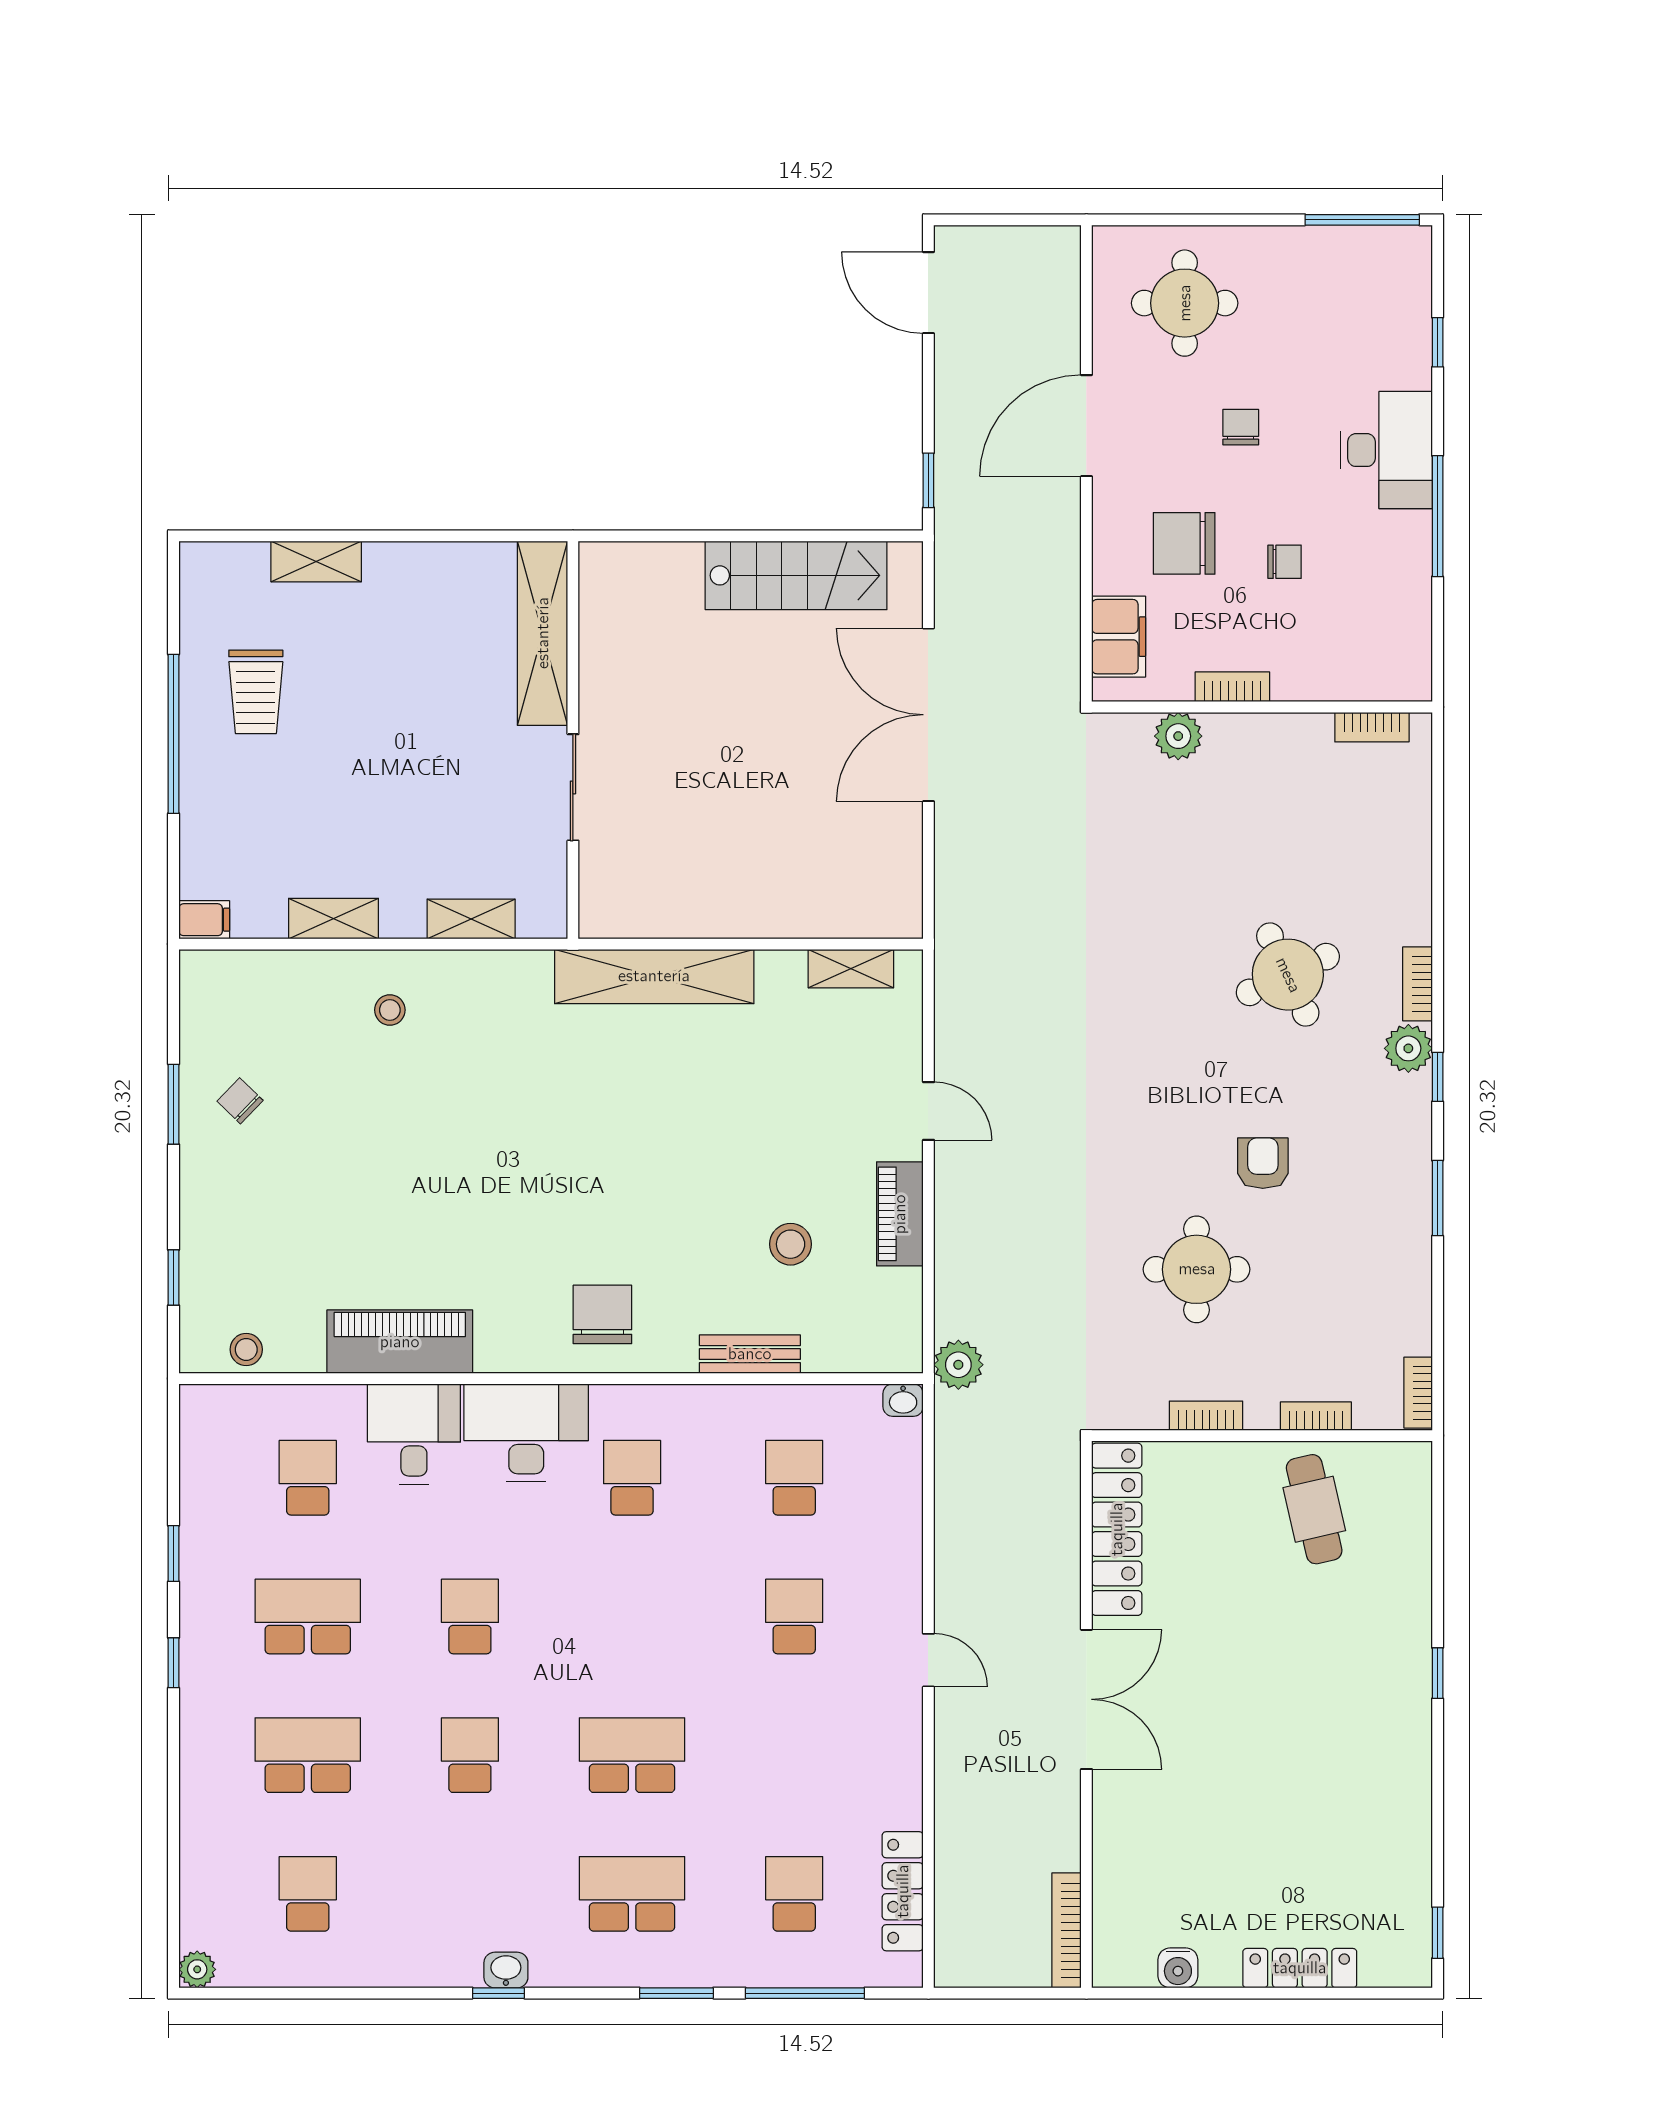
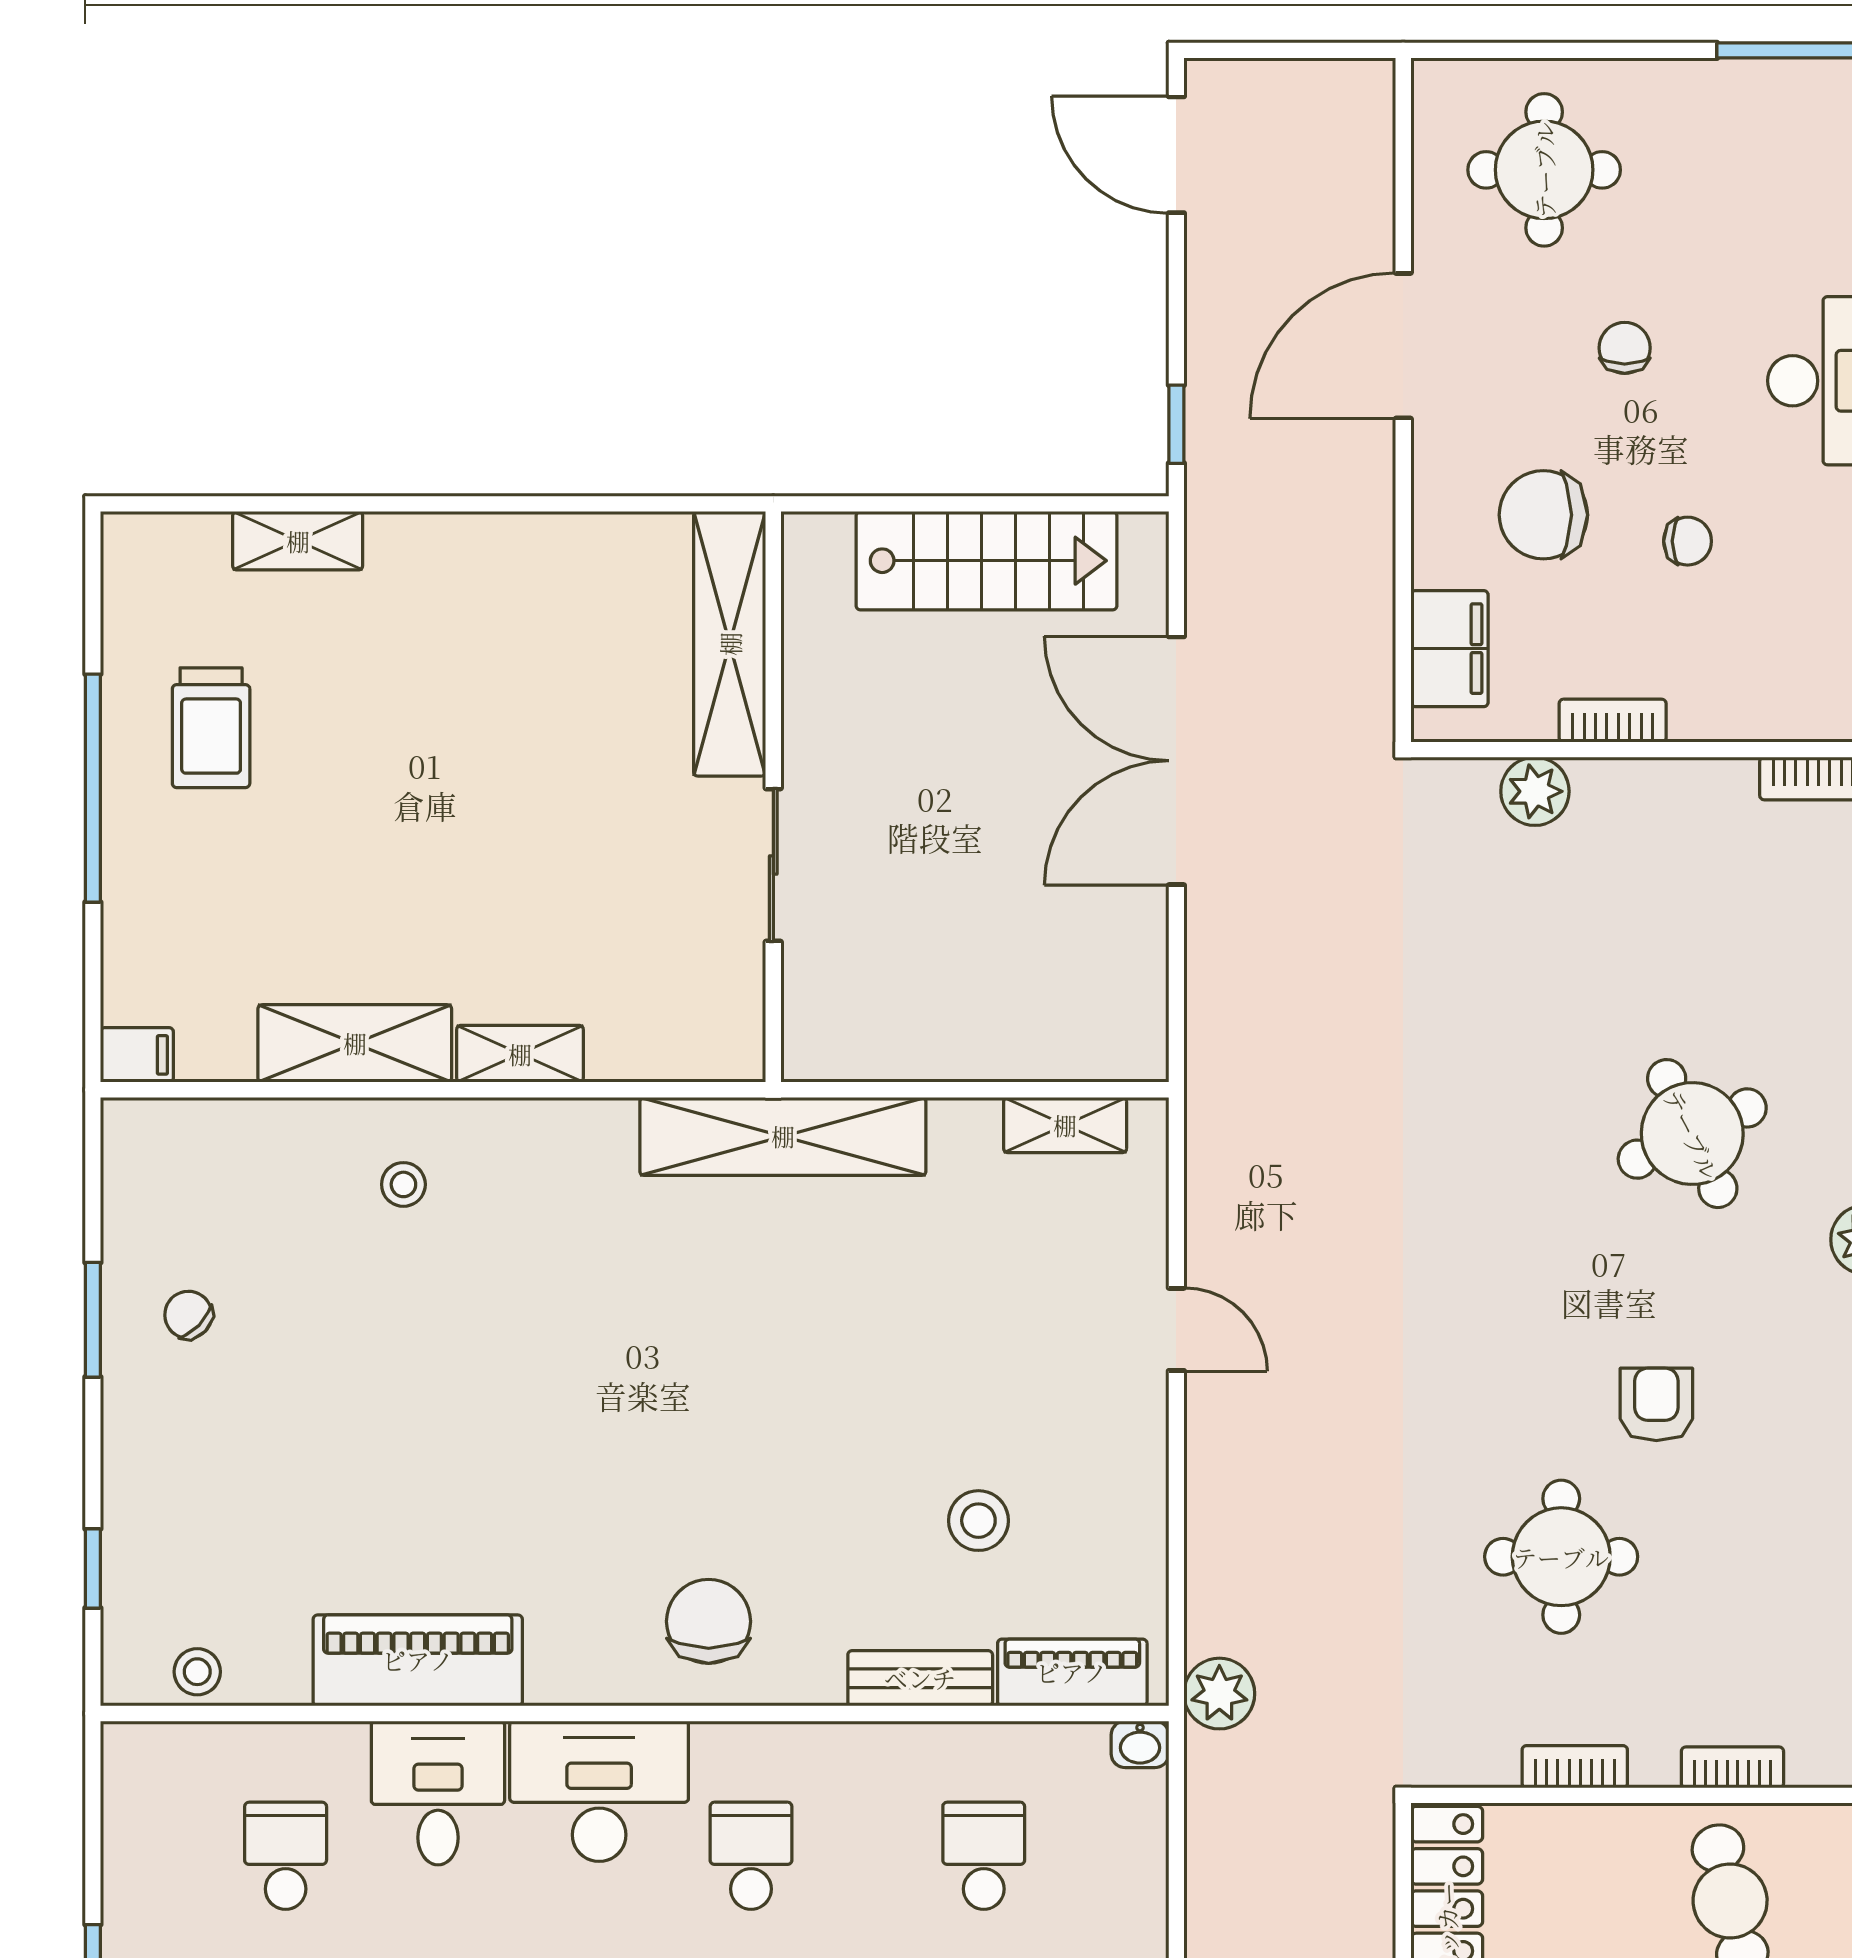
shelving: (543, 633) -> (730, 644), moved
wall: (573, 740) -> (773, 797), moved
sliding door: (573, 787) -> (773, 865), moved
shelving: (334, 919) -> (355, 1043), width x1.50, depth x1.33
piano: (900, 1214) -> (1072, 1672), moved, turned 90

